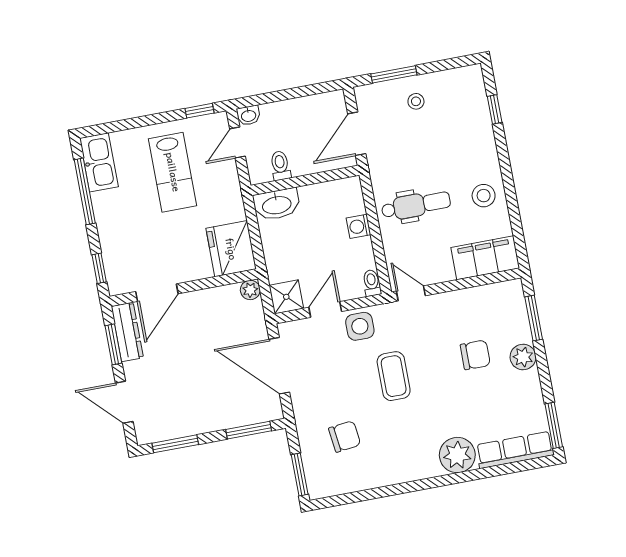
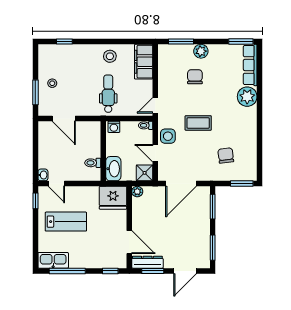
toilet: (280, 166) -> (93, 163), moved
wall: (305, 180) -> (103, 151), moved
washbasin: (277, 204) -> (113, 169), moved

